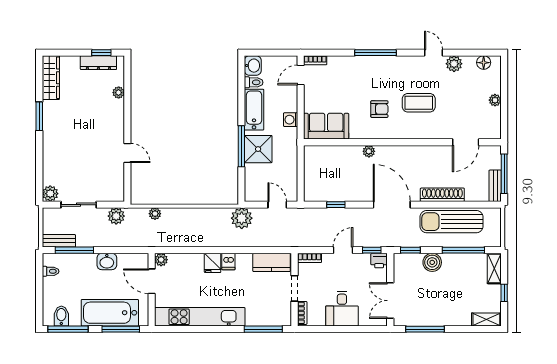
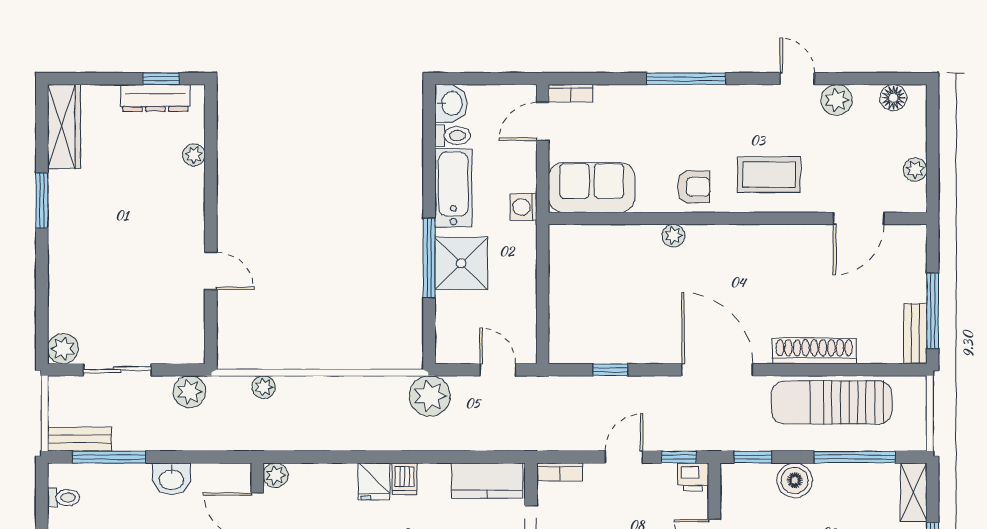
sofa: (326, 126) -> (592, 188), moved
wall: (402, 142) -> (738, 218), moved
door: (466, 142) -> (859, 218), moved
plant: (369, 151) -> (673, 236), moved

